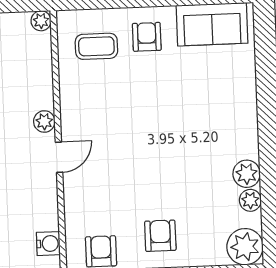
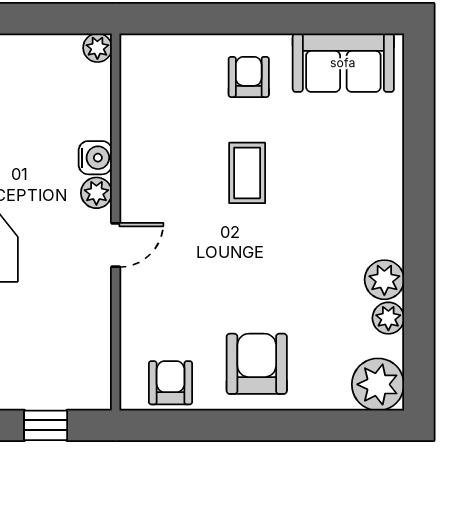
coffee table: (96, 46) -> (247, 173), moved, turned 90
armchair: (160, 236) -> (257, 364), width x1.38, depth x1.38
water cooler: (48, 244) -> (95, 158), moved

